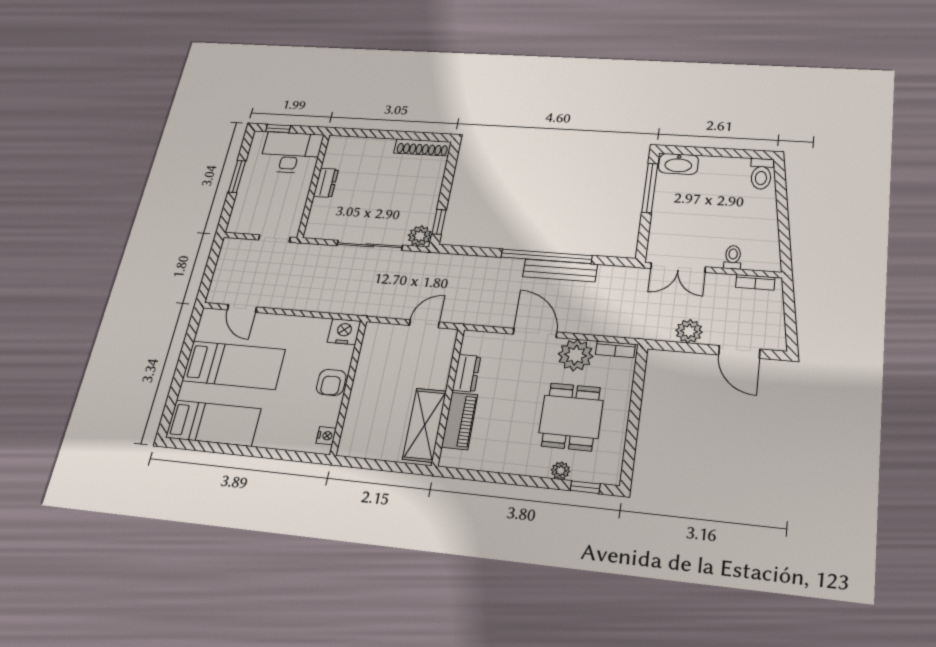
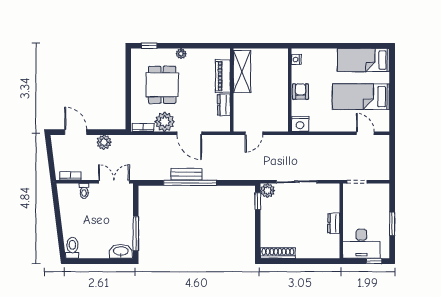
bench: (560, 271) -> (186, 174), width x0.73
plant: (561, 471) -> (181, 53), moved

